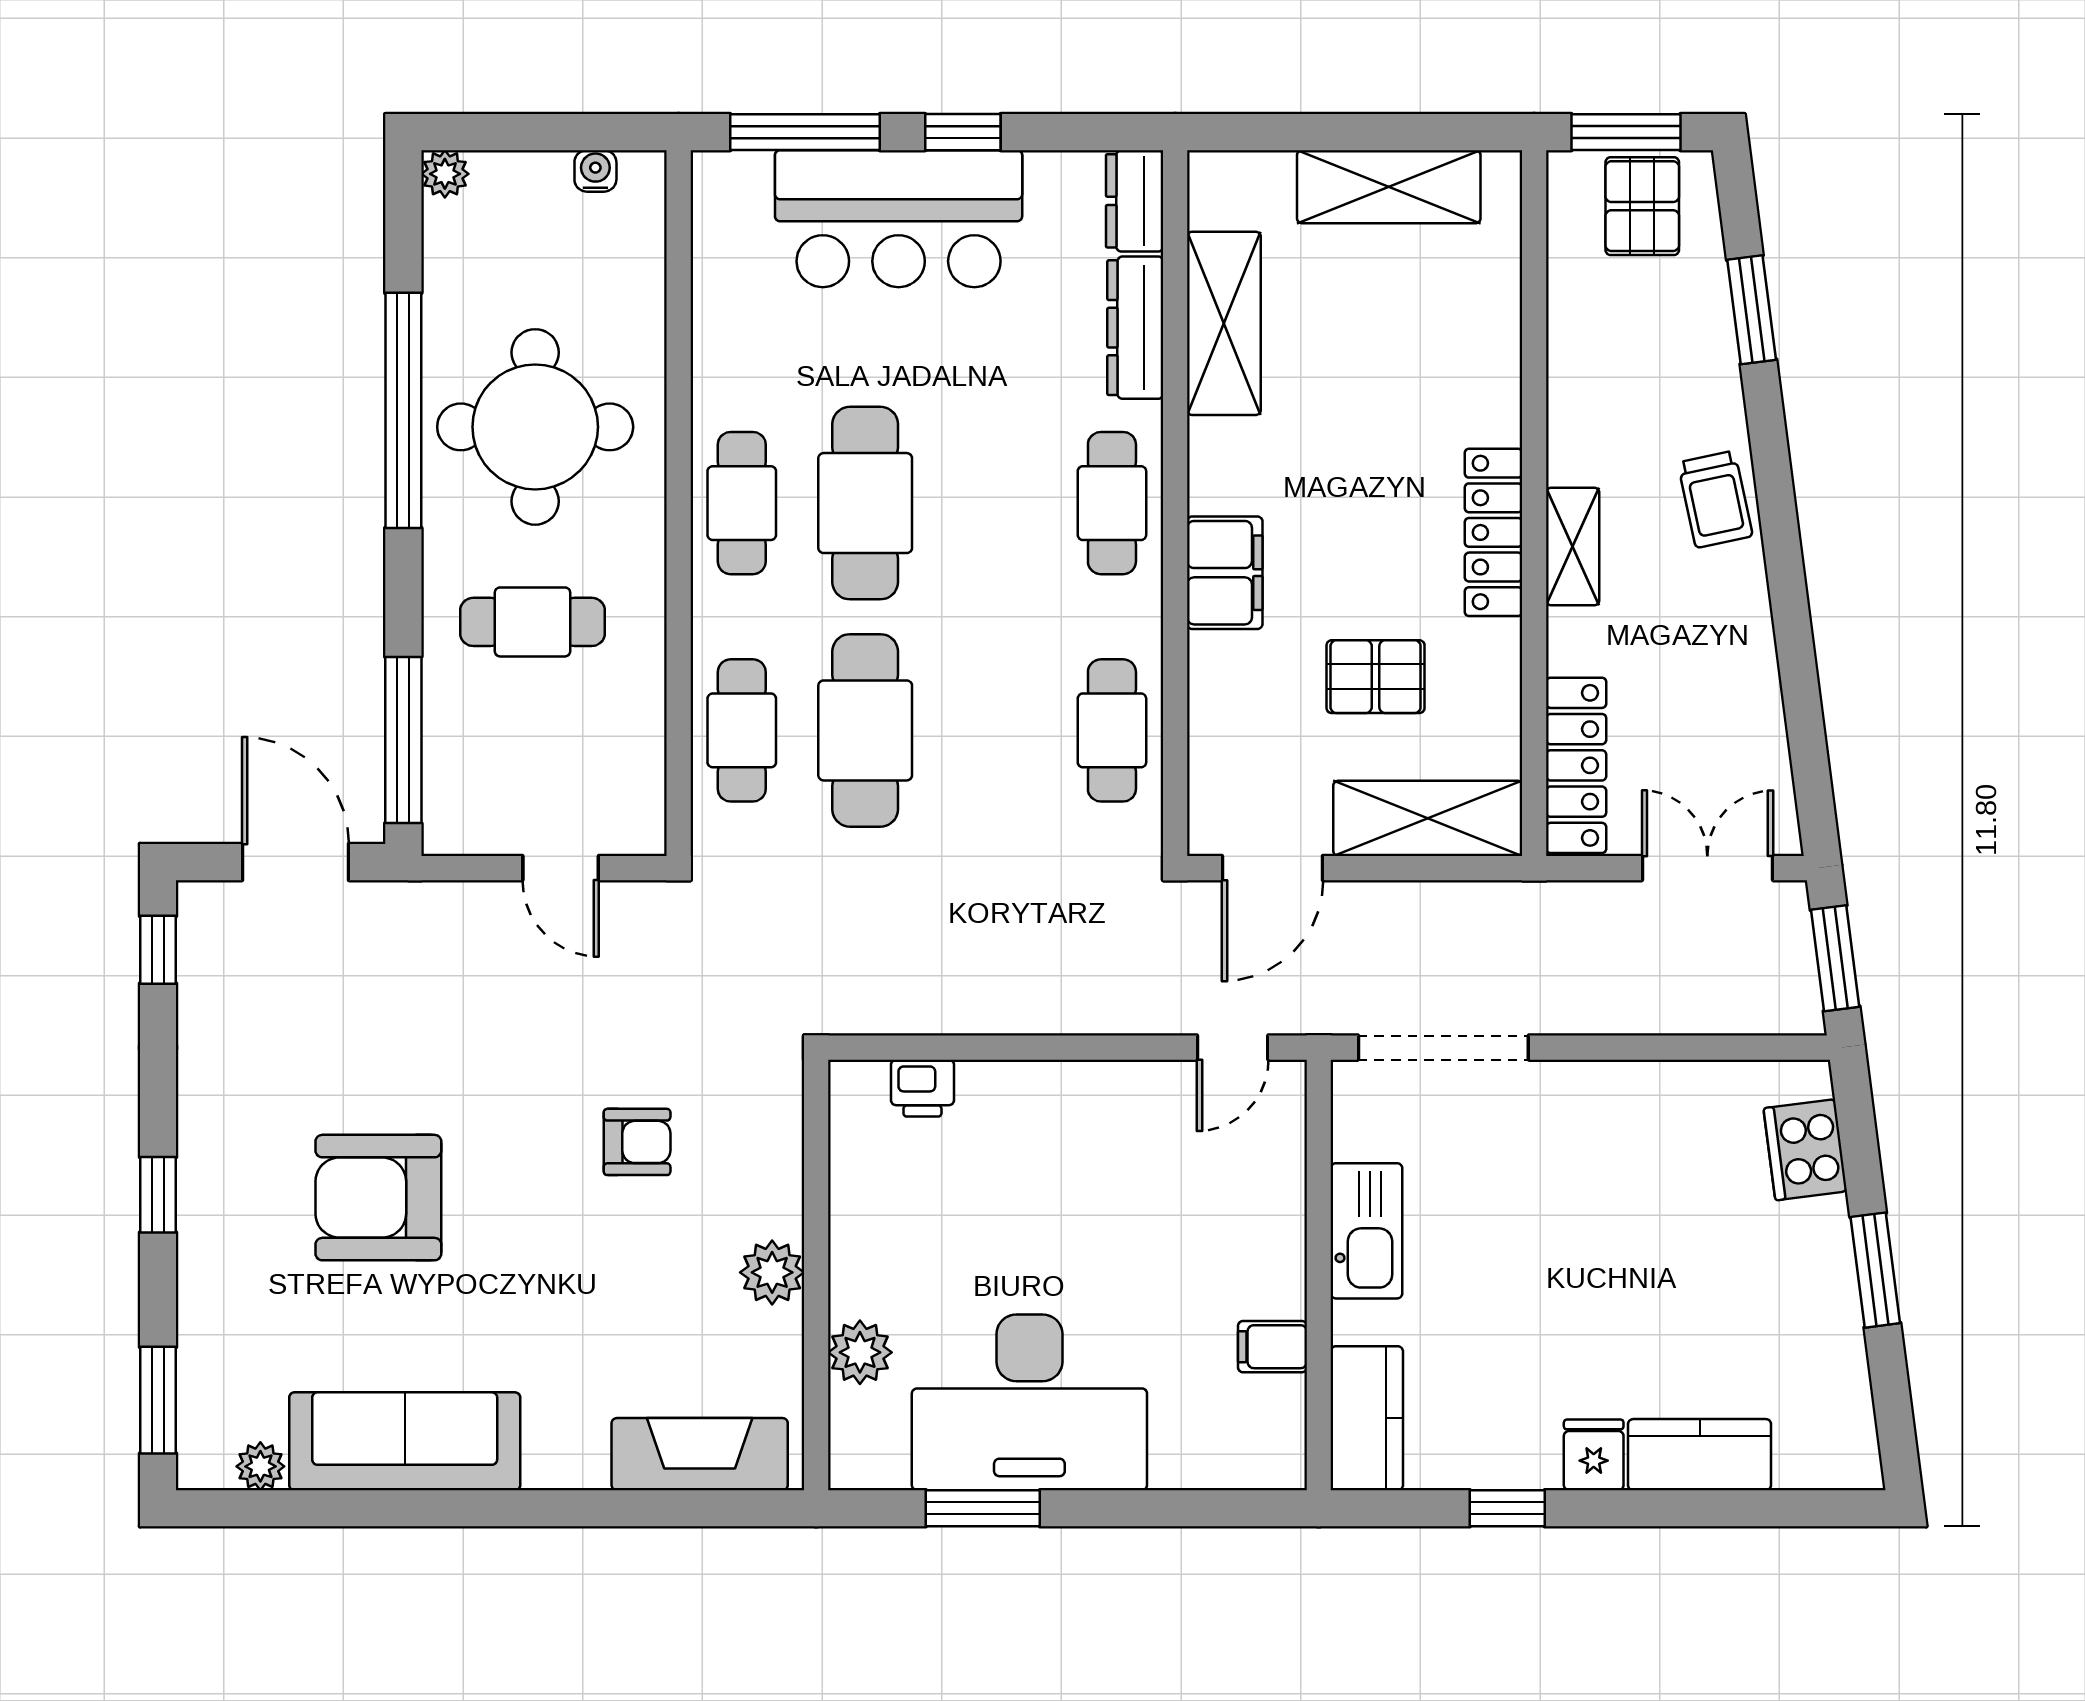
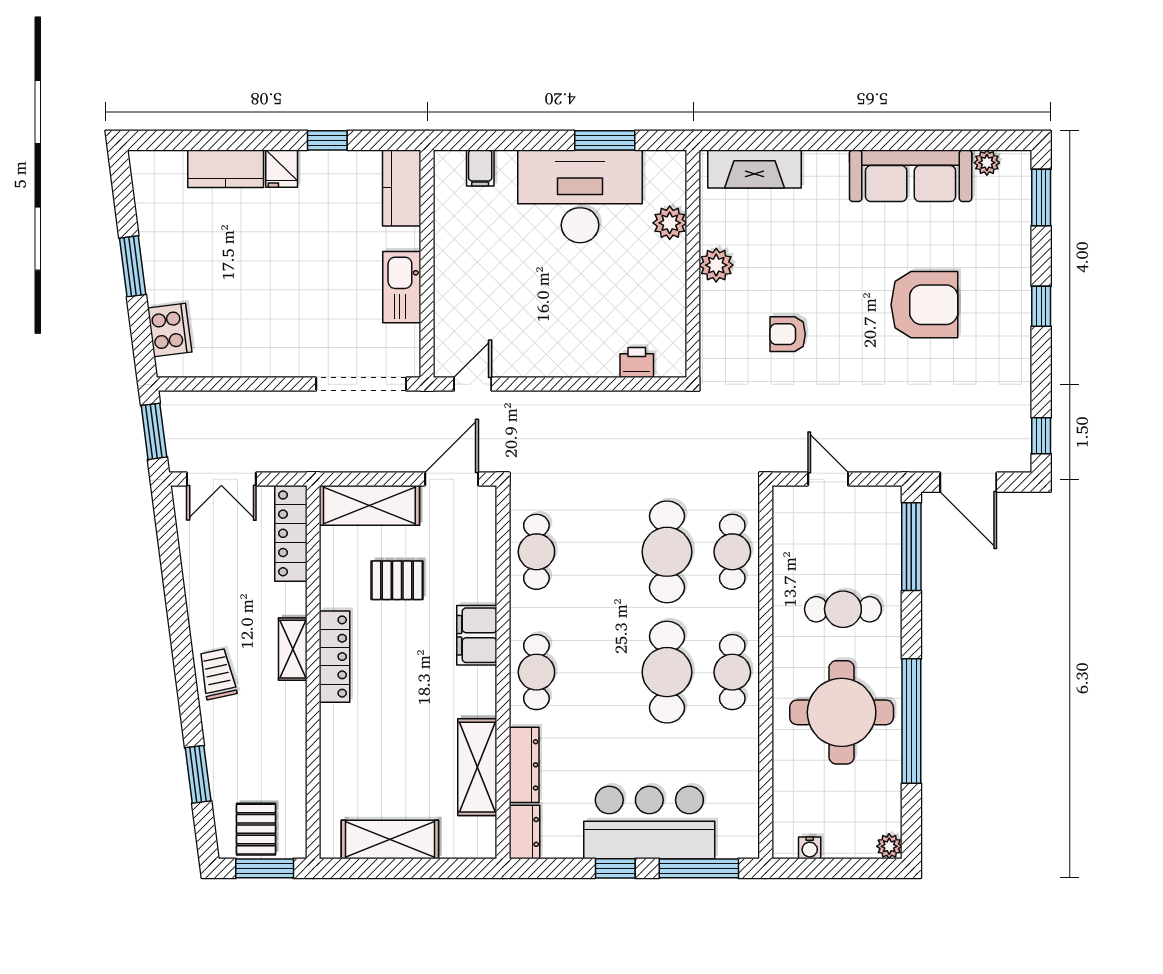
filing cabinet: (1272, 1347) -> (480, 168), moved, turned 90

